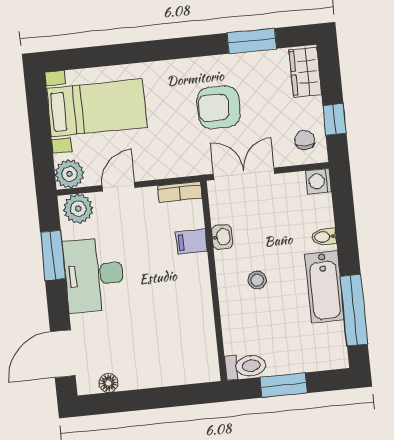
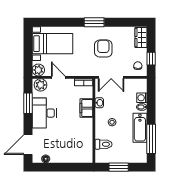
window: (252, 41) -> (94, 22), moved
armchair: (219, 107) -> (103, 48), turned 90
double door: (244, 174) -> (111, 77), swing flipped
washing machine: (319, 181) -> (142, 98), moved
door: (118, 187) -> (58, 77), hinge flipped
filing cabinet: (192, 242) -> (86, 108), width x2.00
toilet: (246, 366) -> (104, 144), moved

